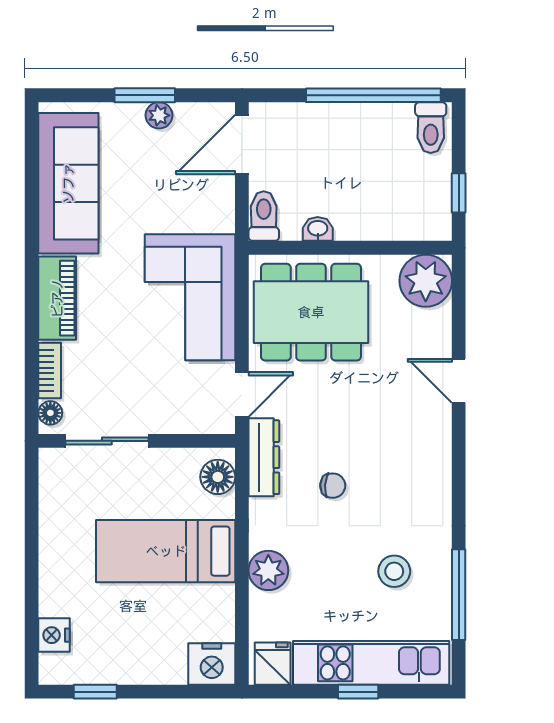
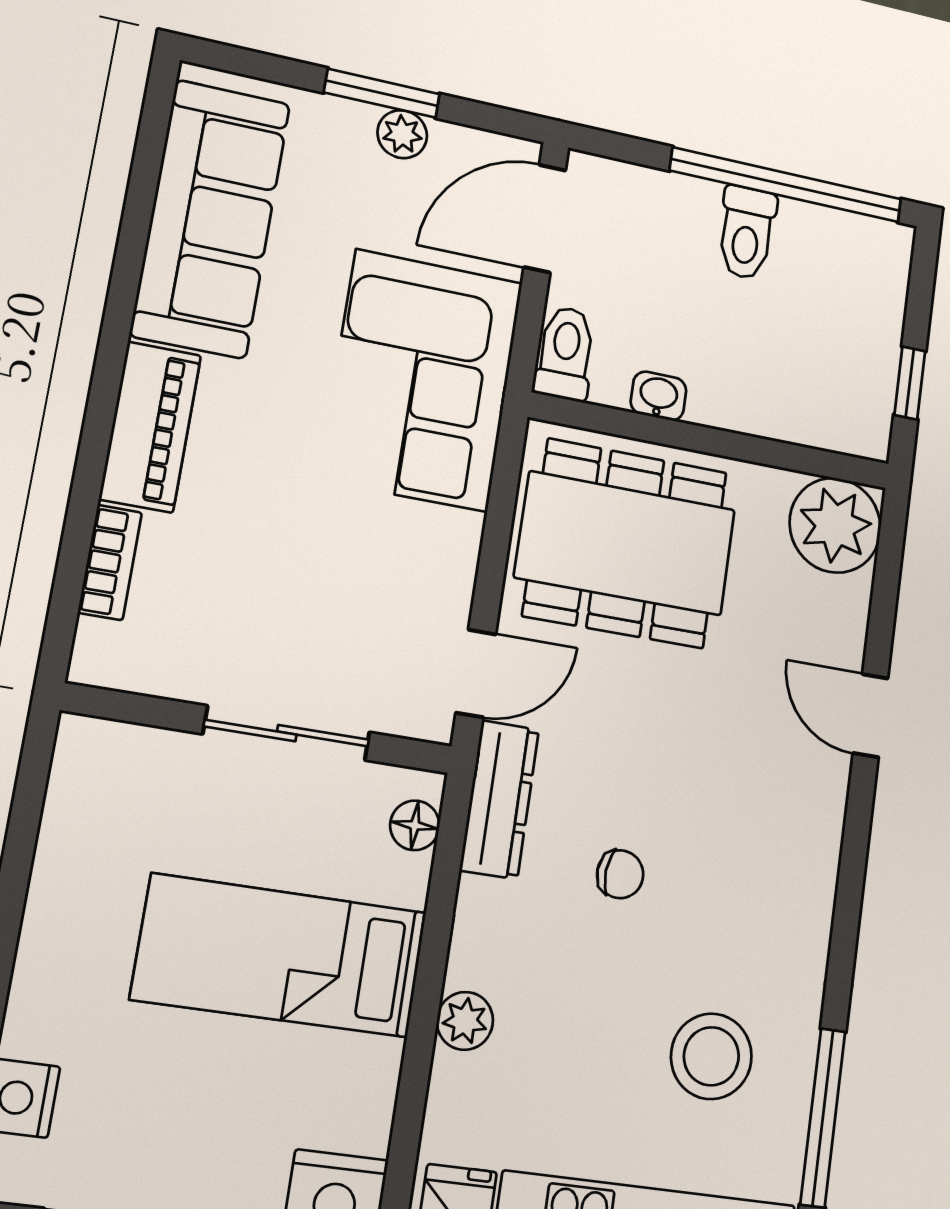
toilet: (431, 128) -> (747, 233), moved
corner sofa: (190, 297) -> (422, 380), moved
floor lamp: (50, 413) -> (96, 645), removed
sliding door: (107, 441) -> (287, 733), moved
floor lamp: (218, 477) -> (415, 825), width x0.73, depth x0.73
plant: (268, 570) -> (465, 1021), width x0.73, depth x0.73
stool: (394, 571) -> (711, 1056), width x1.38, depth x1.38

